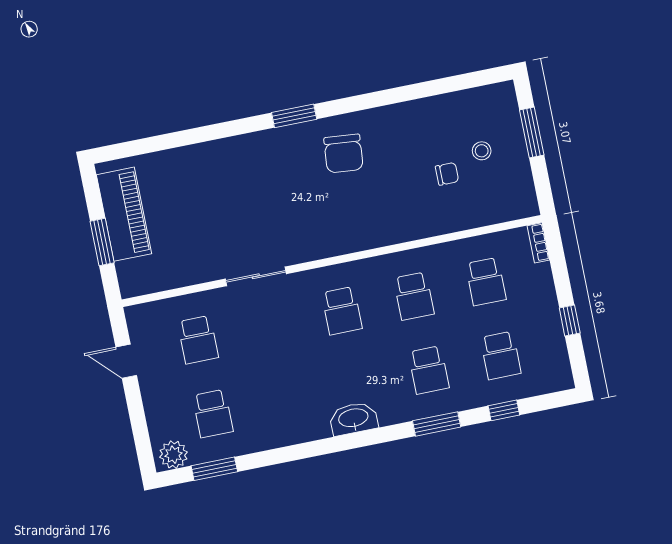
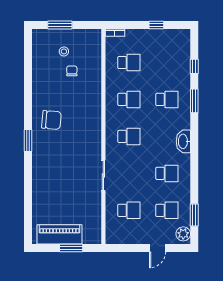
school desk: (501, 355) -> (167, 173), moved
door: (126, 361) -> (158, 248), moved

